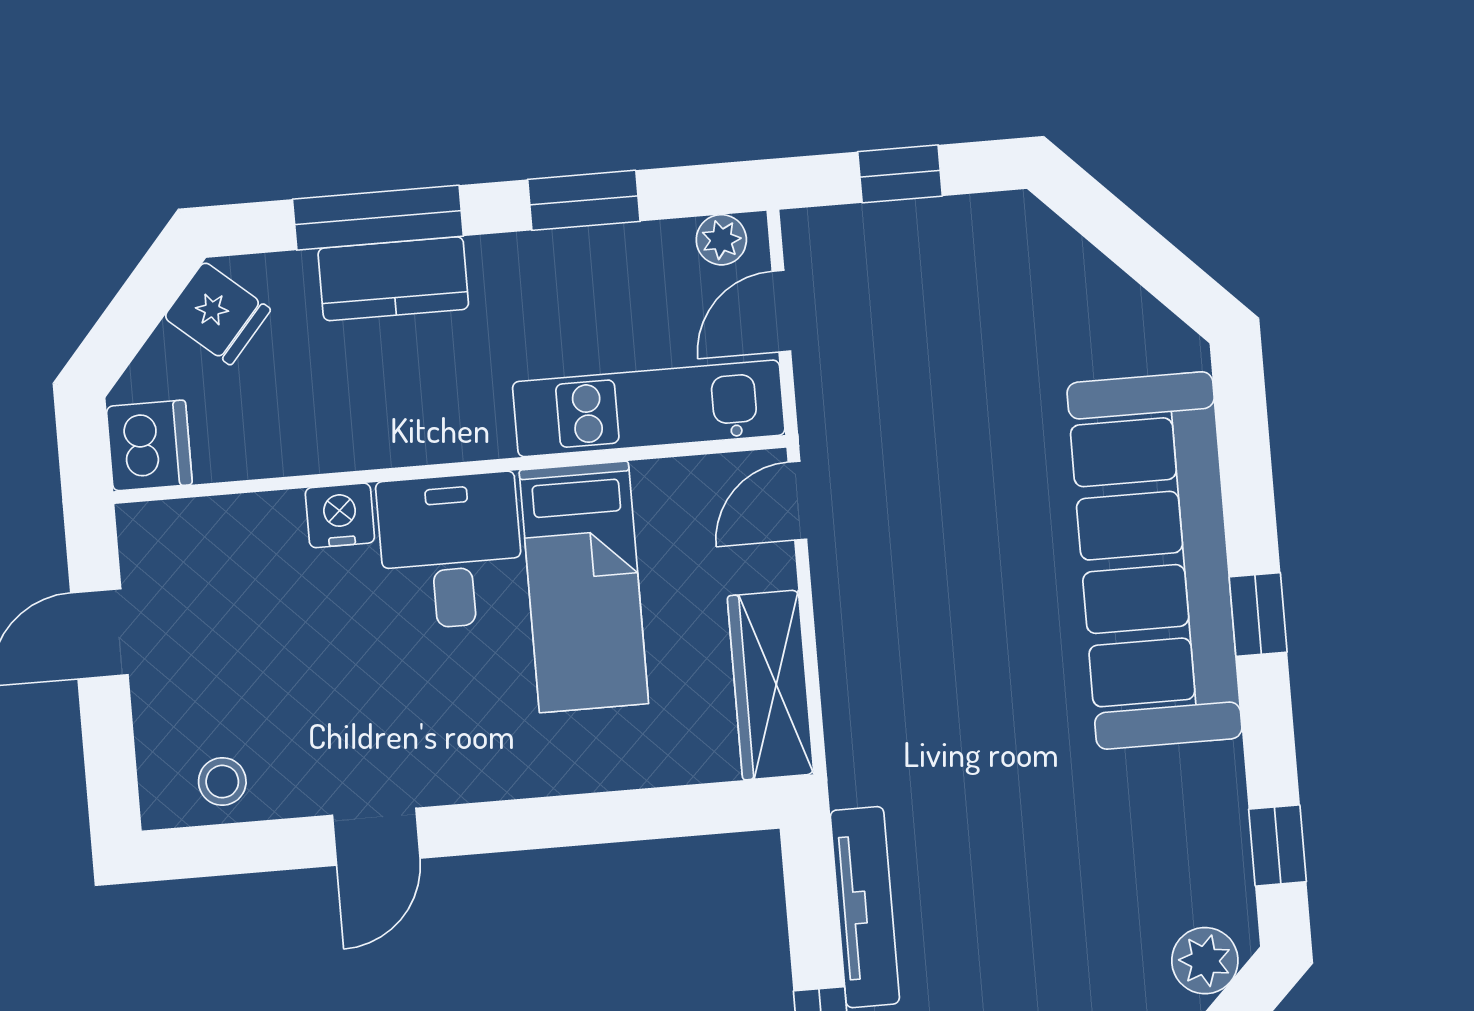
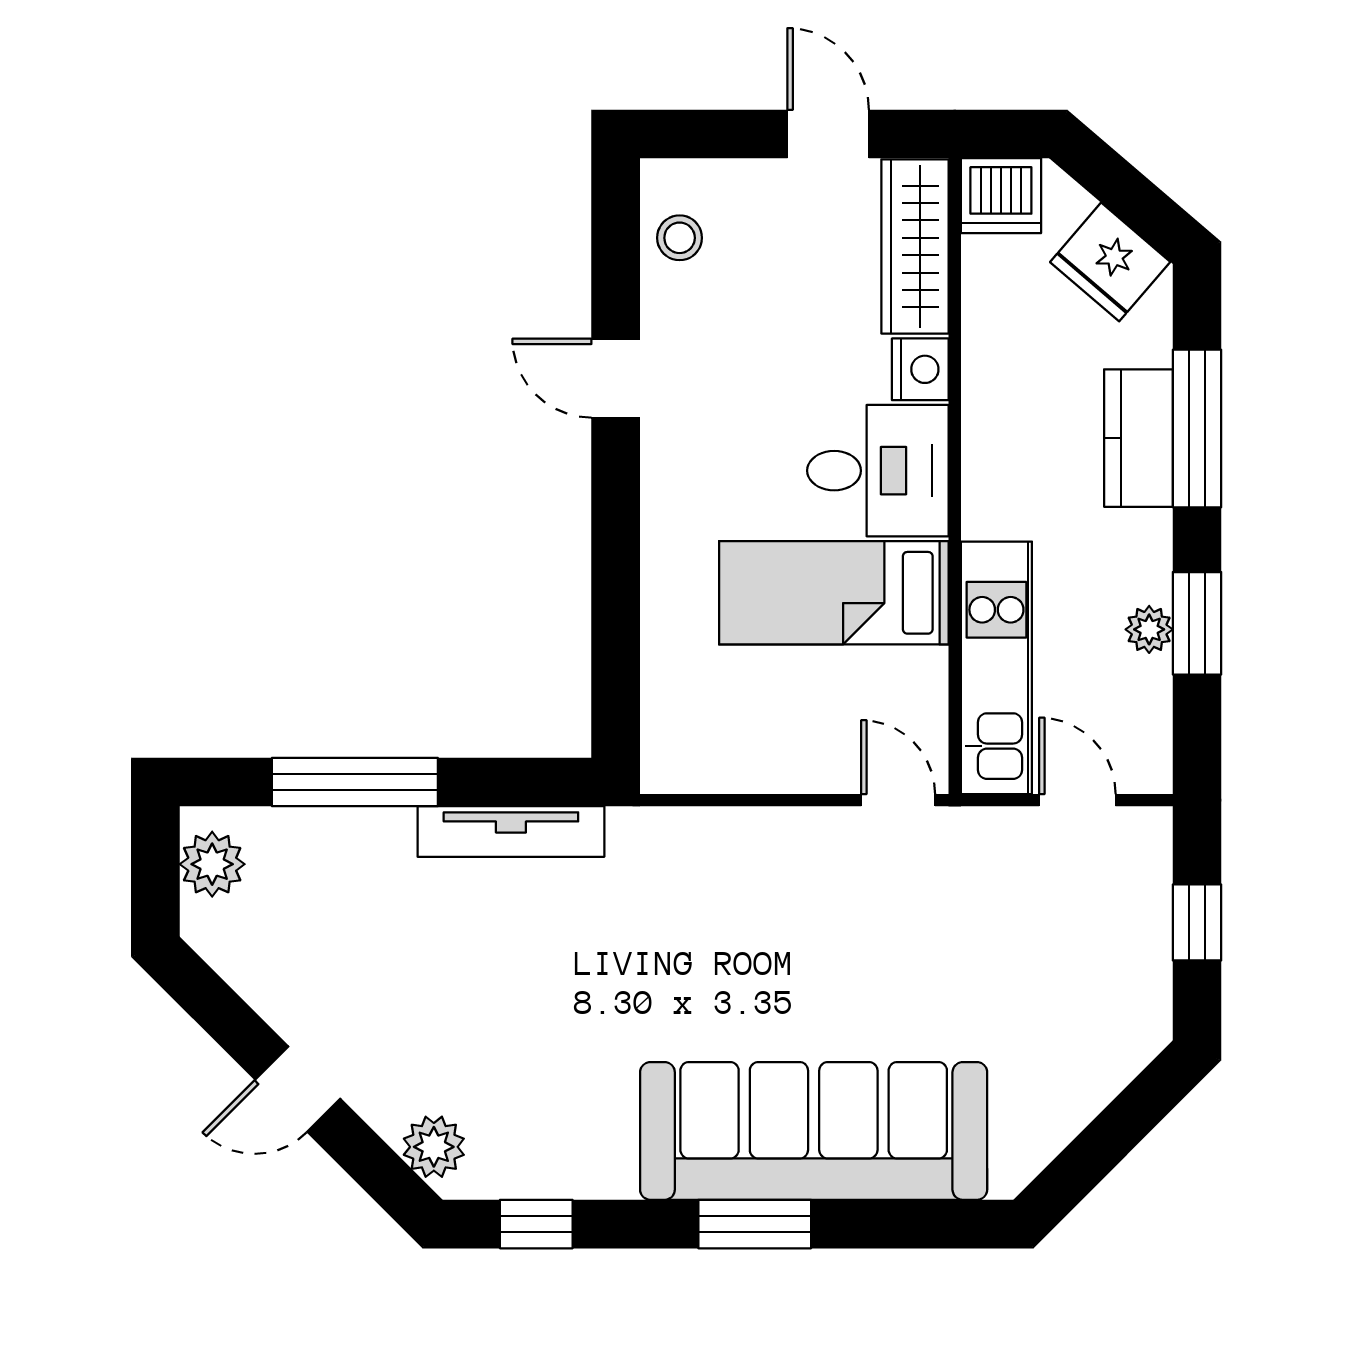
plant: (721, 240) -> (1149, 629), moved
fridge: (217, 313) -> (1110, 262), width x1.38
window: (1258, 615) -> (755, 1224), width x1.50
wardrobe: (770, 685) -> (915, 246), moved, turned -90

